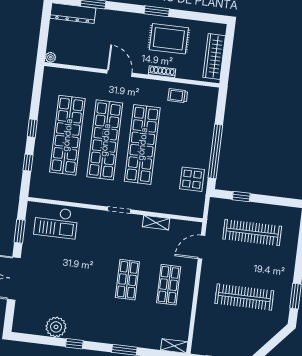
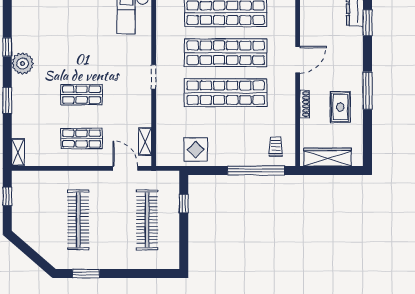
window: (157, 11) -> (368, 91), width x1.44
rug: (169, 39) -> (340, 107), width x0.73, depth x0.70
trolley: (178, 96) -> (276, 147), moved
window: (215, 151) -> (256, 171), moved
shelving: (156, 223) -> (145, 141), moved
plant: (56, 327) -> (23, 64), moved

